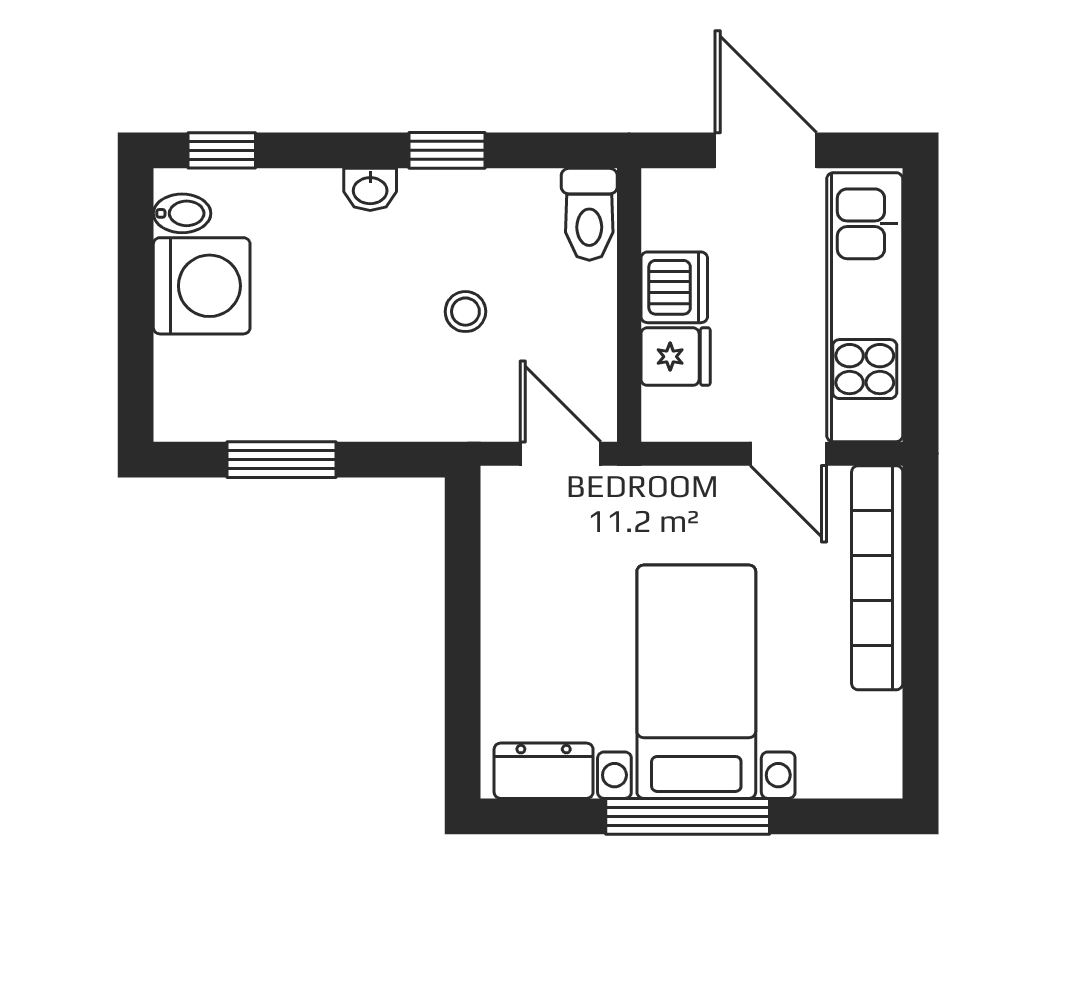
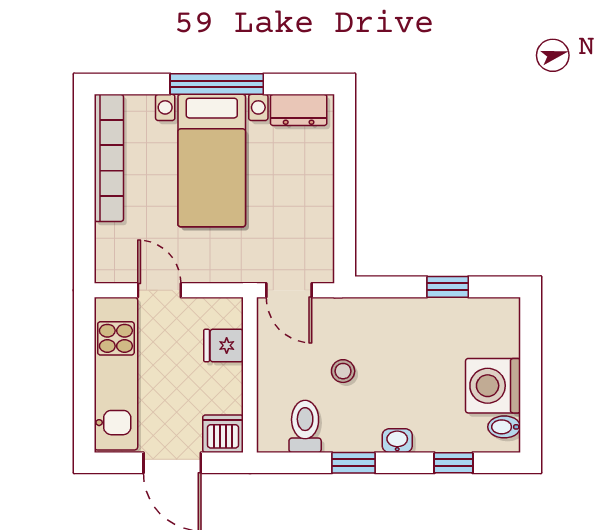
window: (222, 150) -> (454, 463), moved
toilet: (589, 214) -> (305, 426), moved
dishwasher: (674, 287) -> (223, 434), moved, turned 90
window: (282, 460) -> (448, 287), width x0.67
bookcase: (877, 578) -> (109, 158), moved

